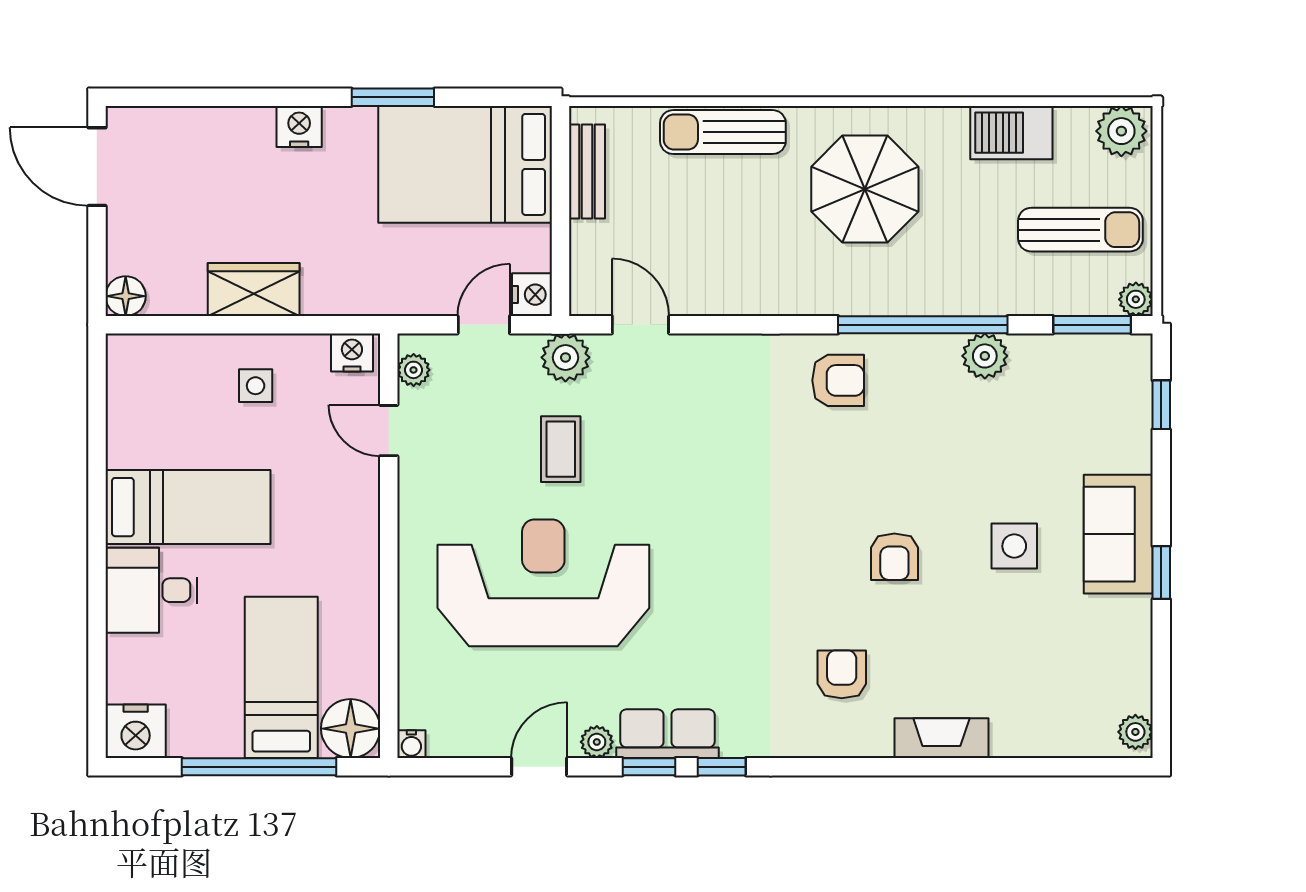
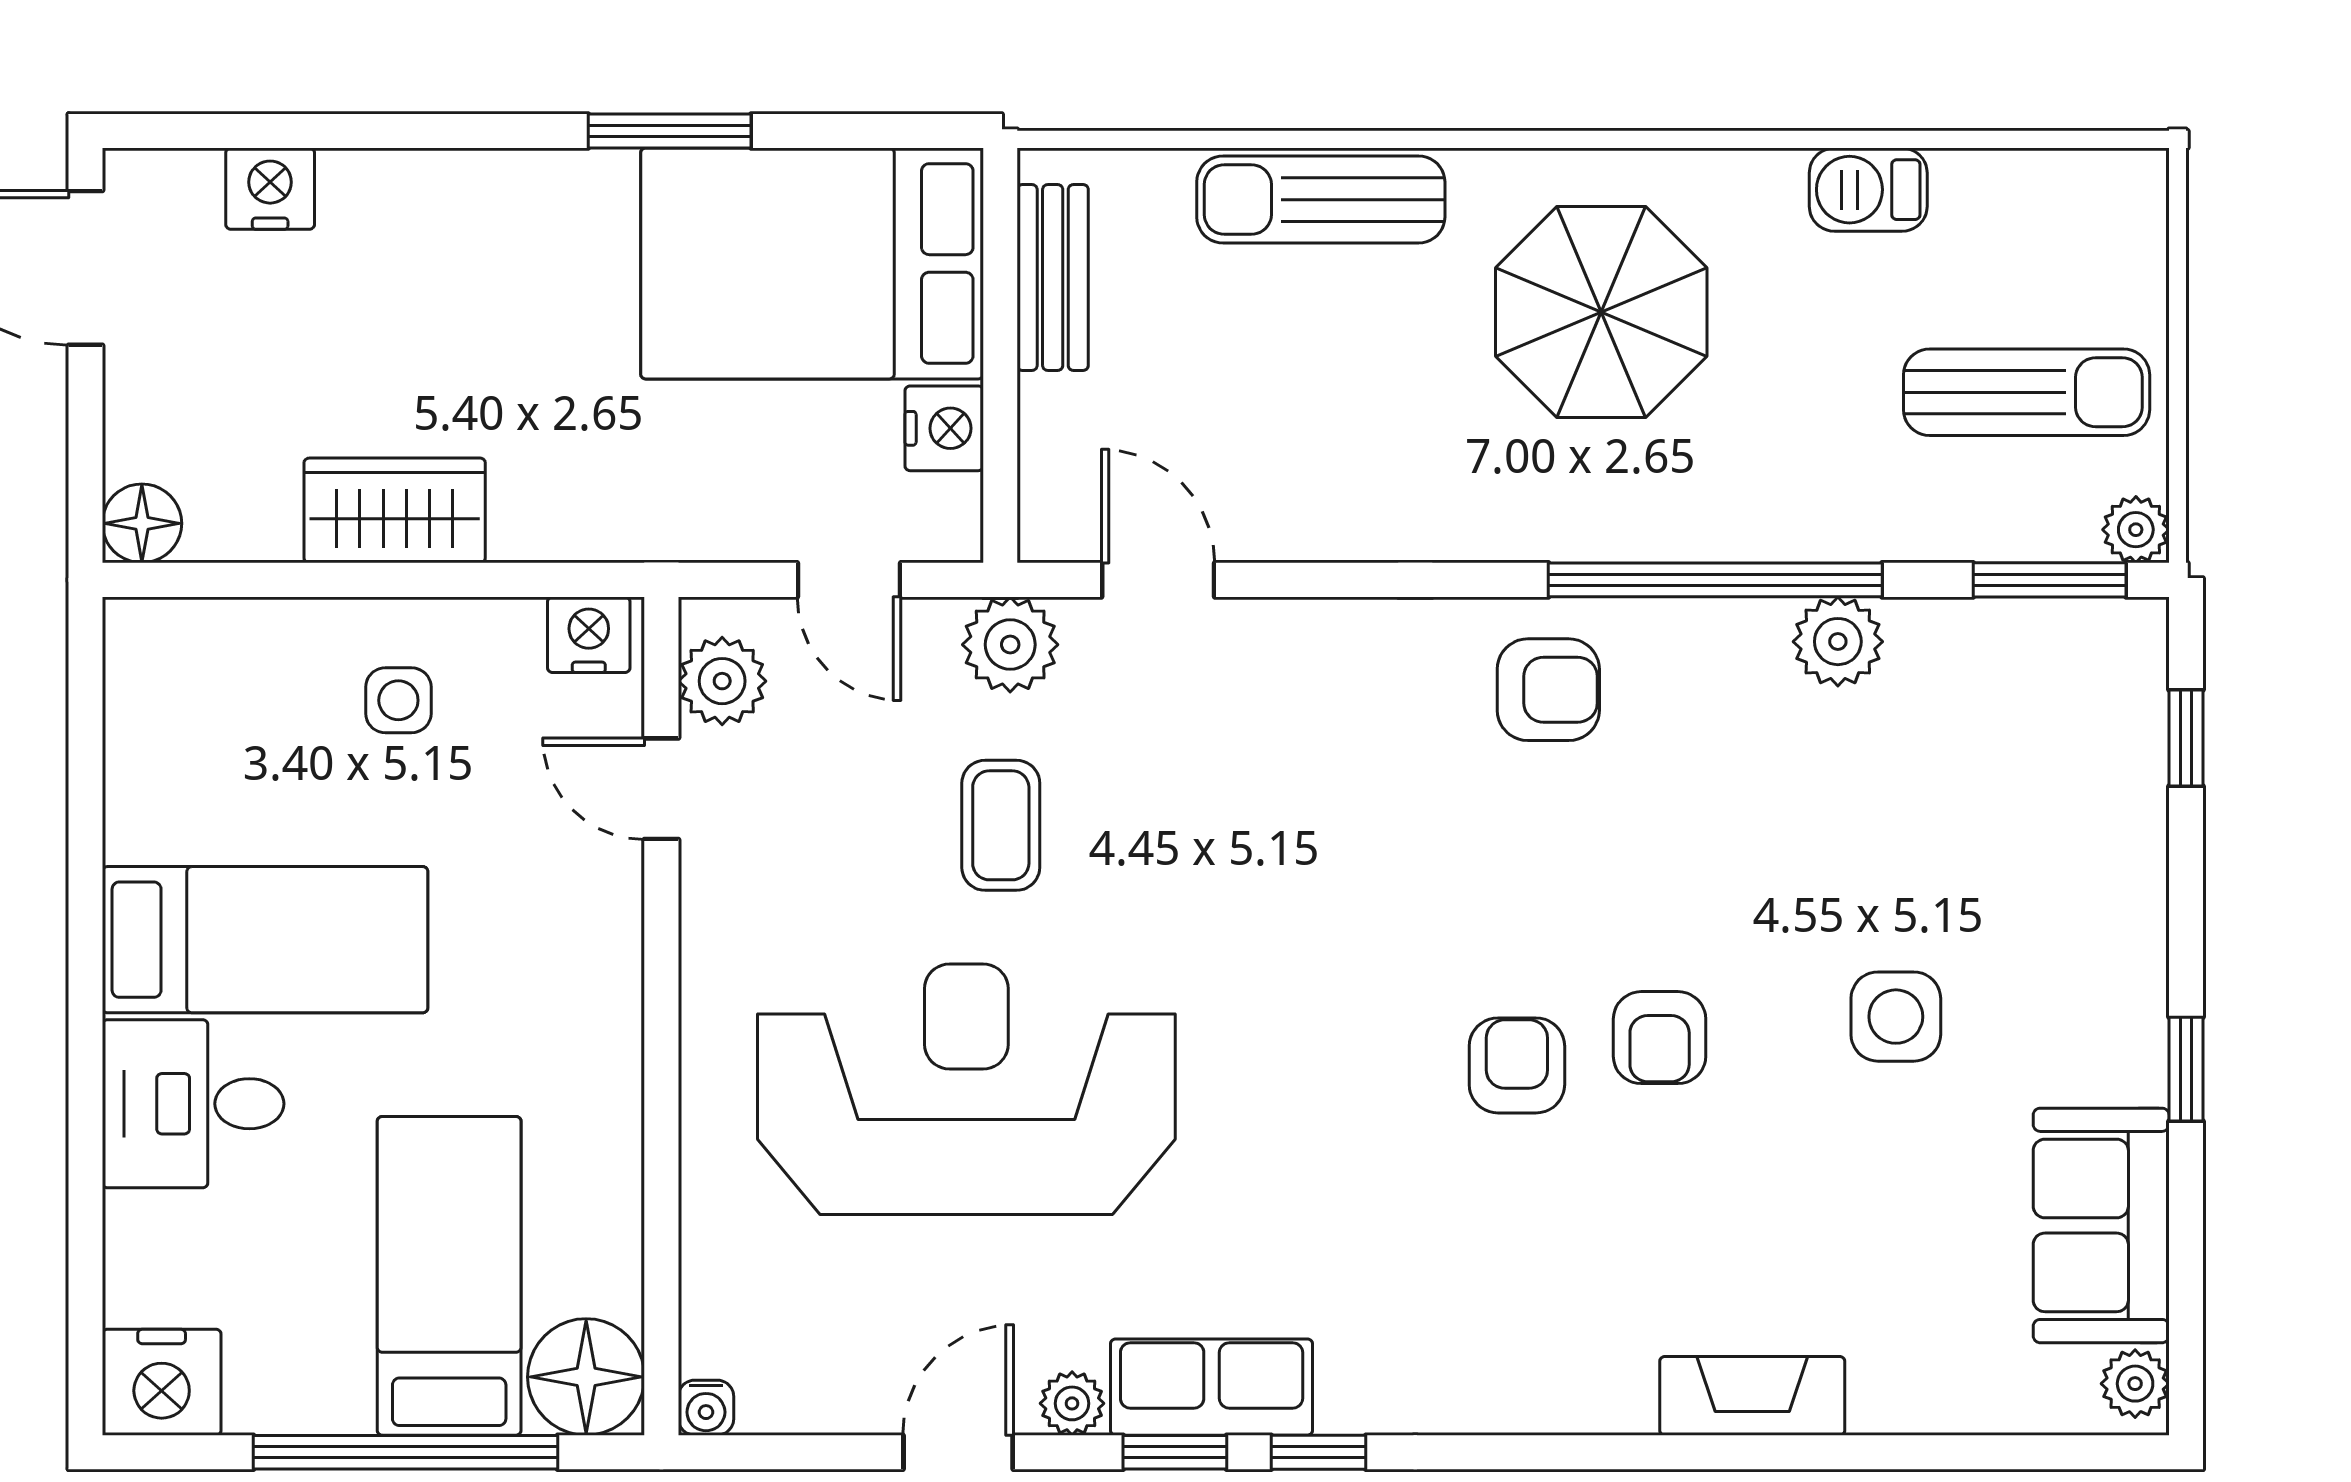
nightstand: (299, 126) -> (270, 189), moved
plant: (1121, 131) -> (2107, 198), removed
barbecue: (1011, 133) -> (1868, 190), width x0.73, depth x0.79
nightstand: (532, 295) -> (944, 428), moved
door: (484, 325) -> (849, 580), swing flipped
plant: (414, 370) -> (722, 681), width x1.38, depth x1.38
sofa: (1118, 534) -> (2101, 1225), moved
armchair: (842, 674) -> (1517, 1065), moved

